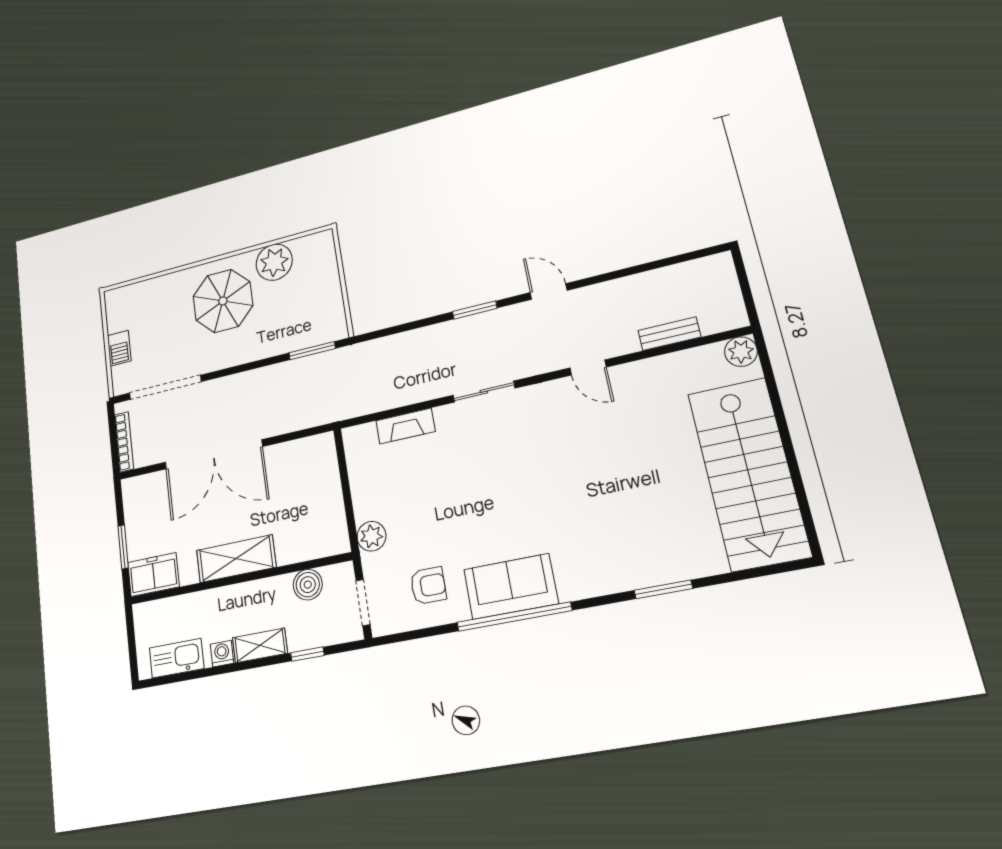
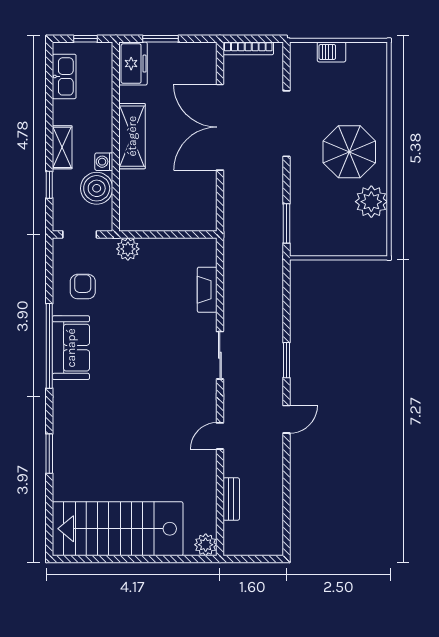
doorway: (165, 387) -> (286, 124), moved
boiler: (308, 585) -> (97, 188), width x1.37, depth x1.37
armchair: (428, 586) -> (83, 287), turned 180
window: (131, 639) -> (85, 39), added
washing machine: (222, 654) -> (104, 162), moved, turned 180

